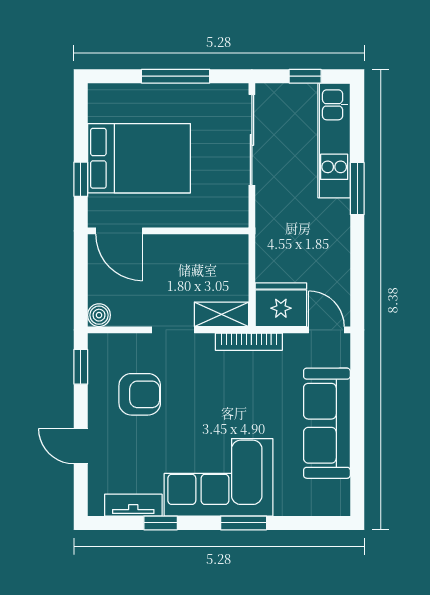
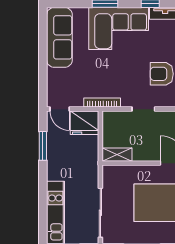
window: (357, 189) -> (43, 146), moved
shelving: (222, 314) -> (117, 155), moved
sofa: (327, 423) -> (59, 37), moved

